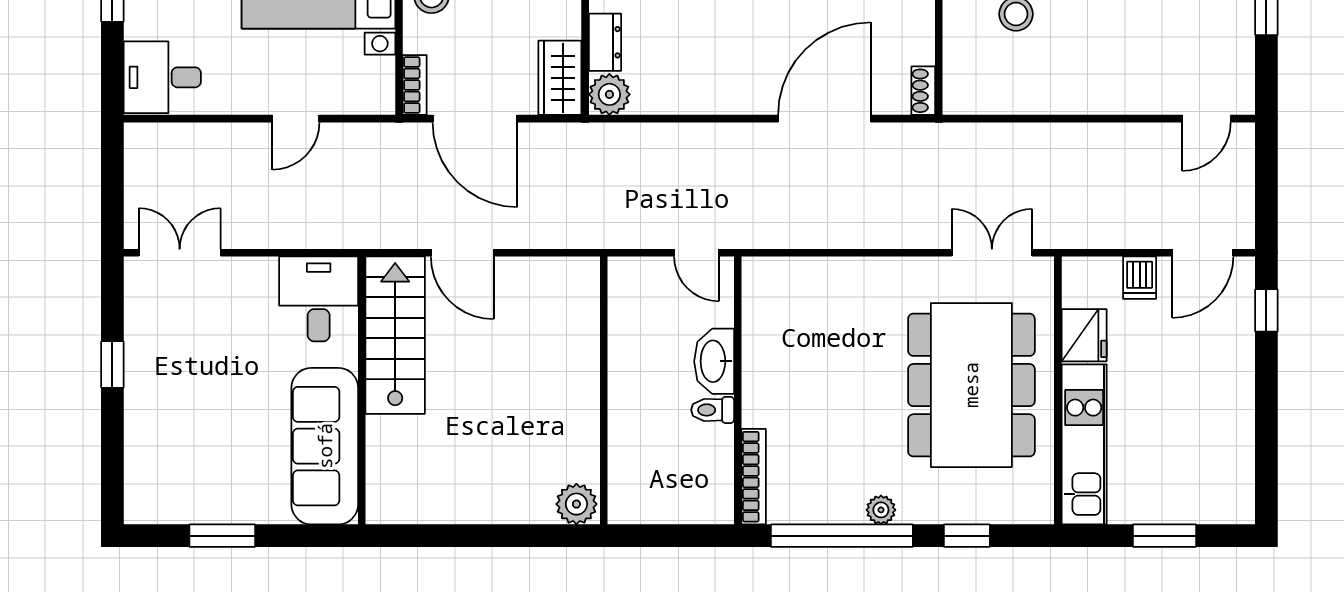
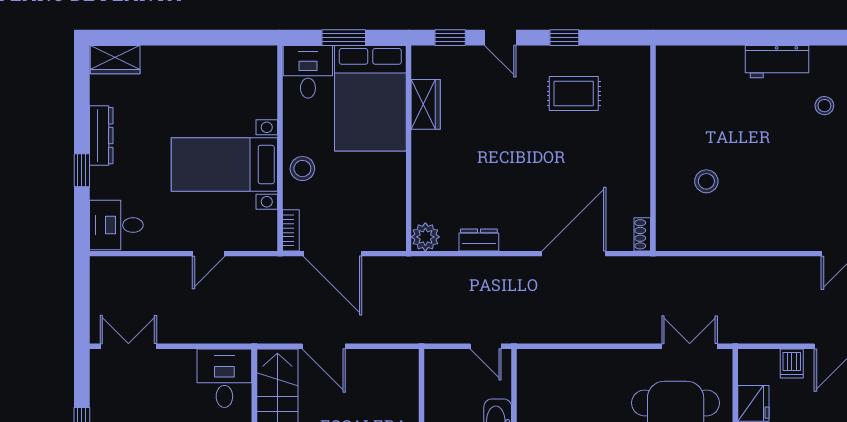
dresser: (605, 42) -> (479, 240), moved, turned -90
wardrobe: (560, 78) -> (391, 225), removed

